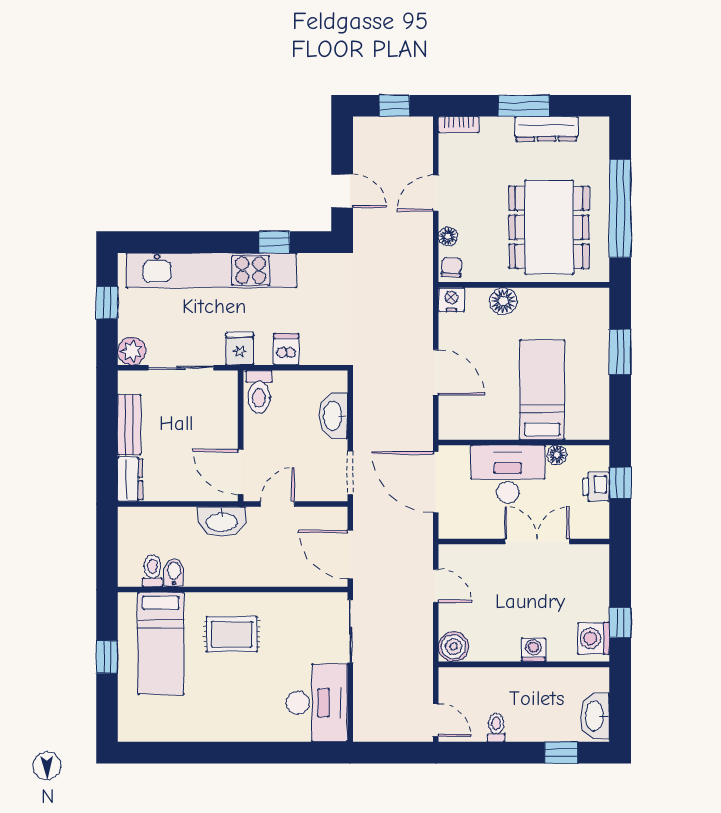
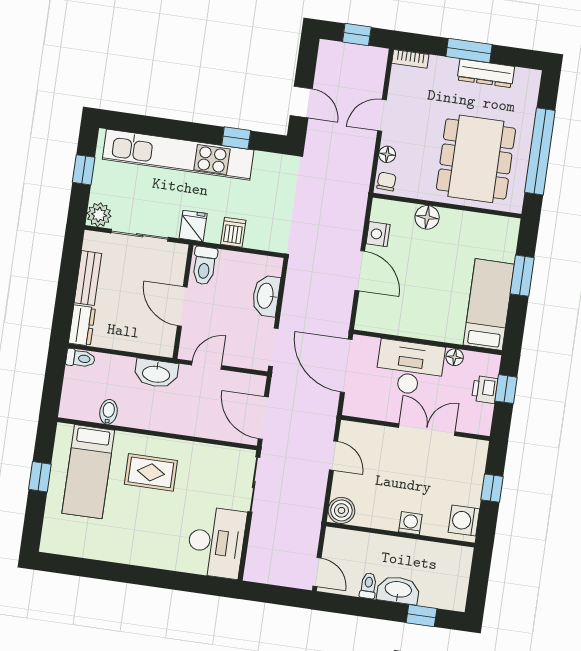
nightstand: (451, 300) -> (378, 234), moved, turned -90
bed: (542, 390) -> (489, 305), moved
door: (241, 472) -> (182, 306), moved
toilet: (152, 571) -> (80, 358), moved, turned 90
window: (620, 623) -> (492, 488), moved
washbasin: (595, 716) -> (398, 590), moved, turned 90

